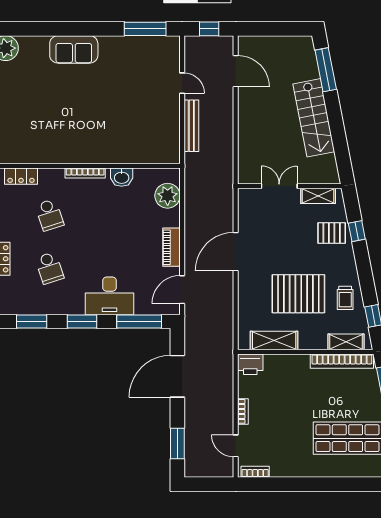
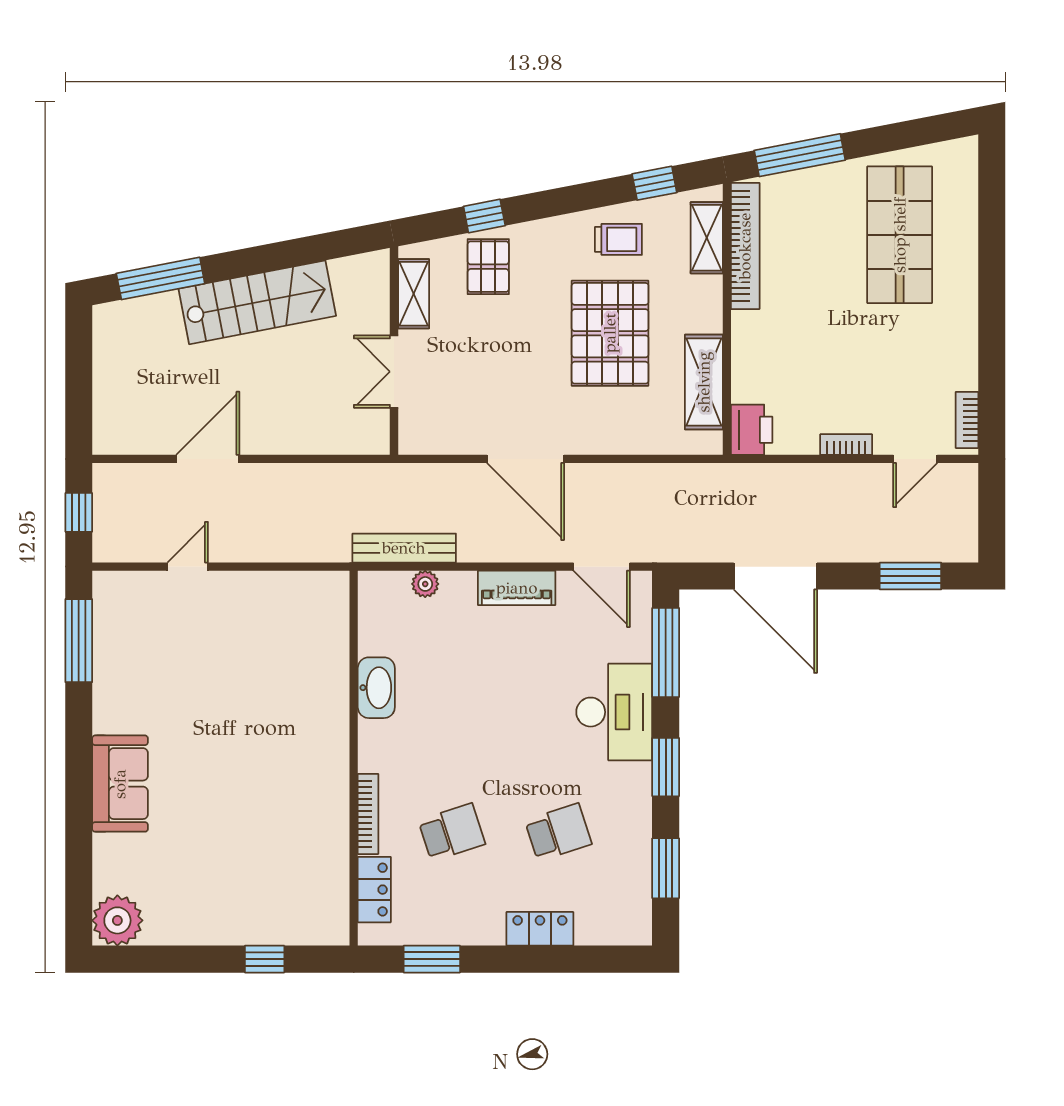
door: (236, 71) -> (208, 459), moved
bench: (191, 126) -> (404, 548), moved
bookcase: (85, 173) -> (368, 814), moved
washbasin: (122, 177) -> (376, 688), width x1.38
plant: (168, 196) -> (425, 584), width x0.53, depth x0.53

